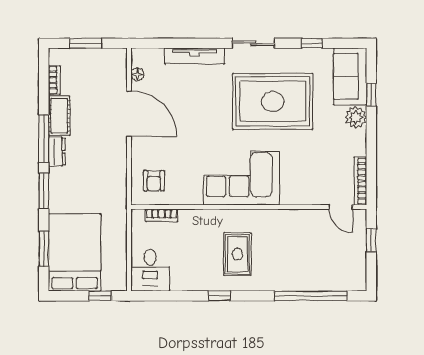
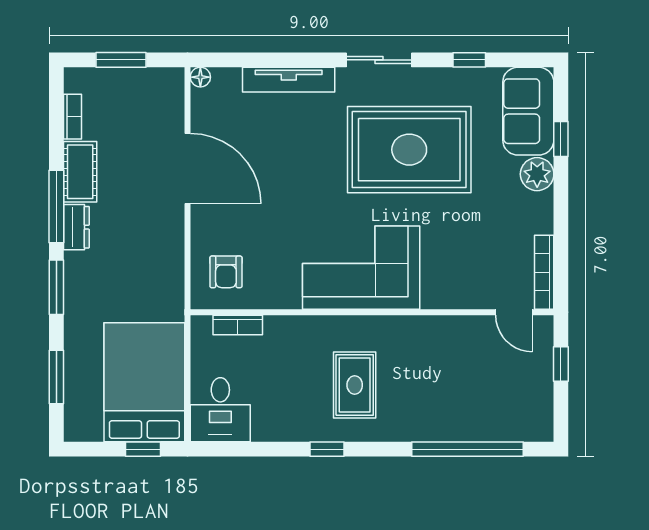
floor lamp: (137, 74) -> (200, 77), moved
bed: (75, 252) -> (144, 382), moved

